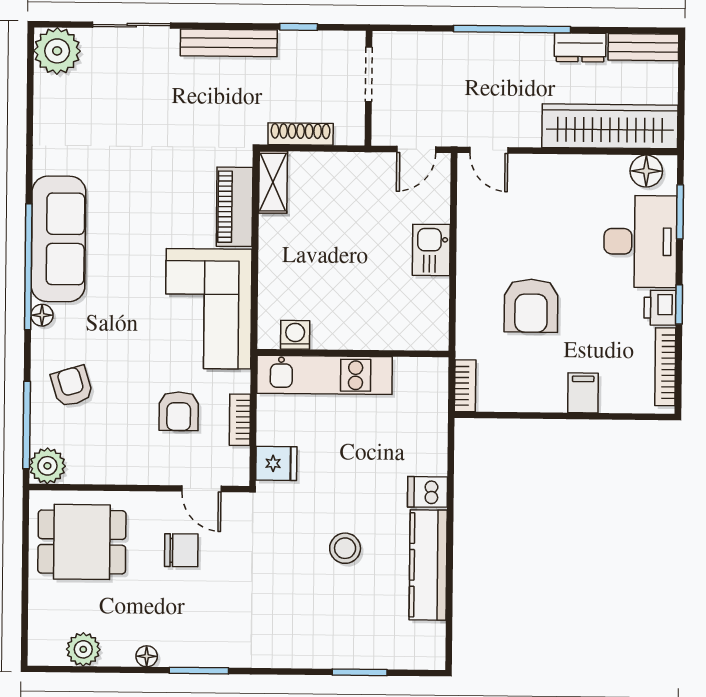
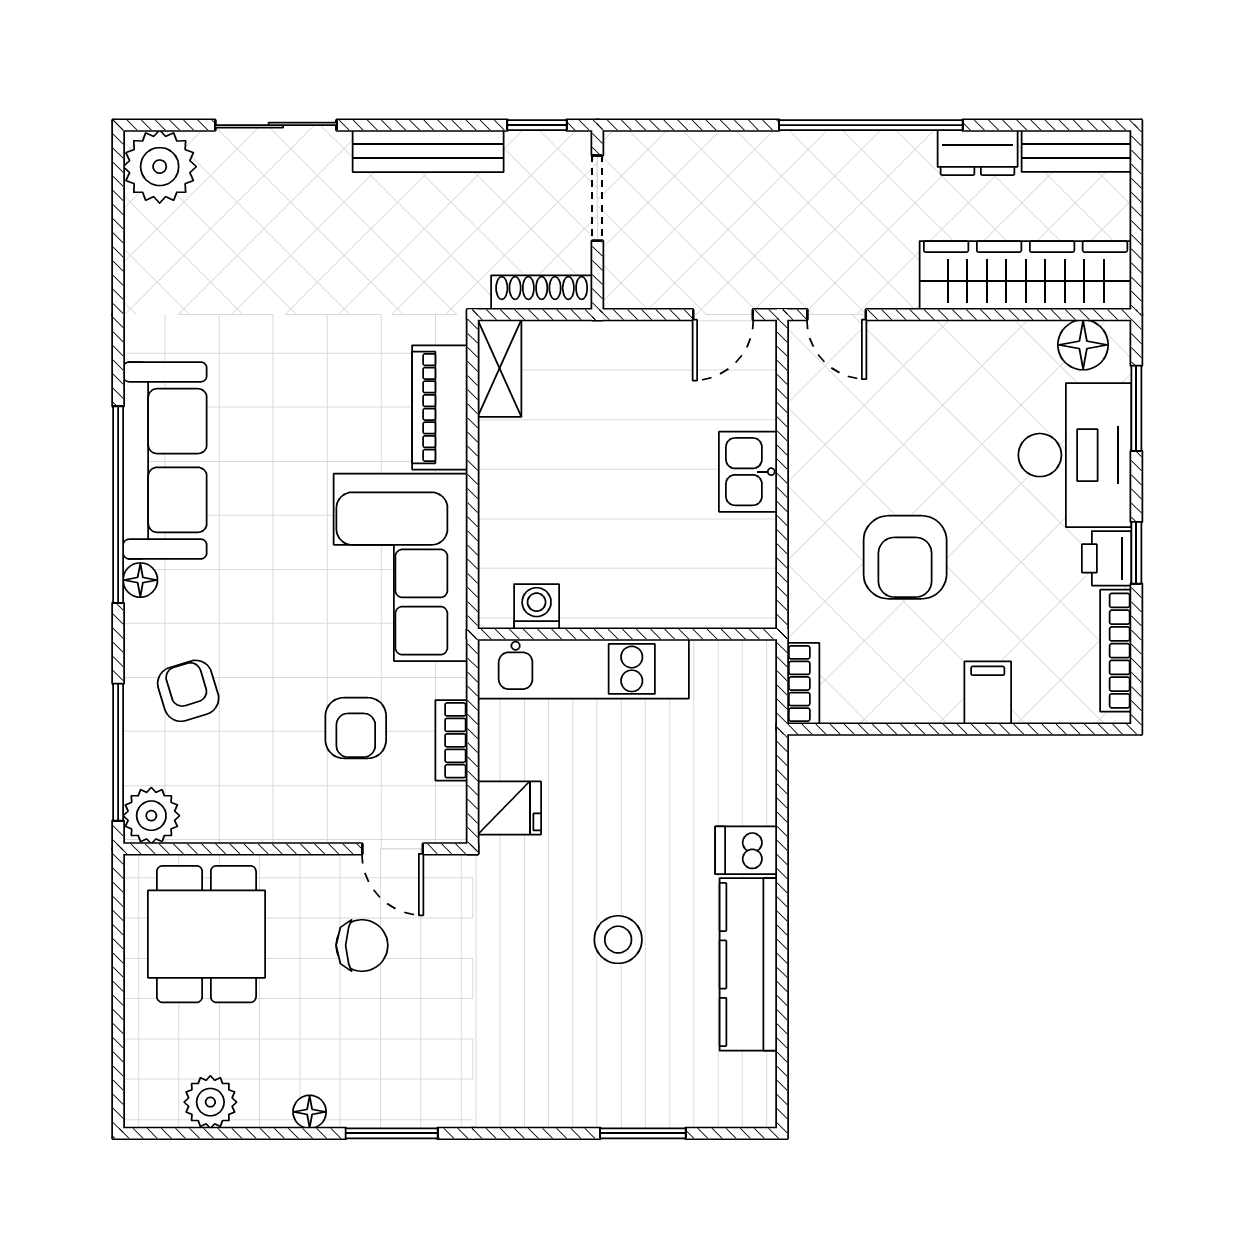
doorway: (369, 74) -> (597, 198), moved
wall: (368, 88) -> (597, 220), moved
dining table: (82, 542) -> (206, 934), turned 90

